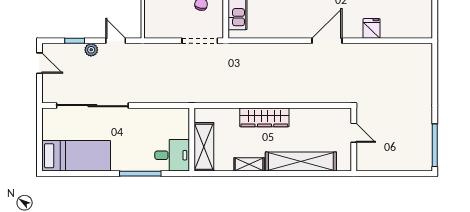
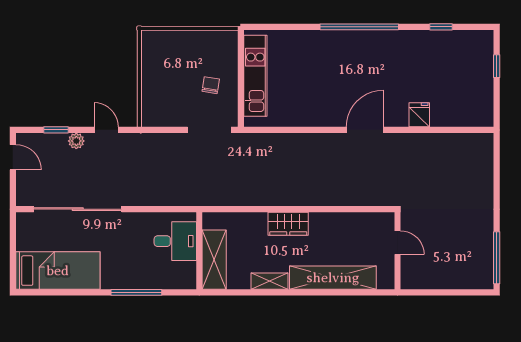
wardrobe: (264, 117) -> (288, 224), width x0.67
desk: (172, 155) -> (175, 241), moved

